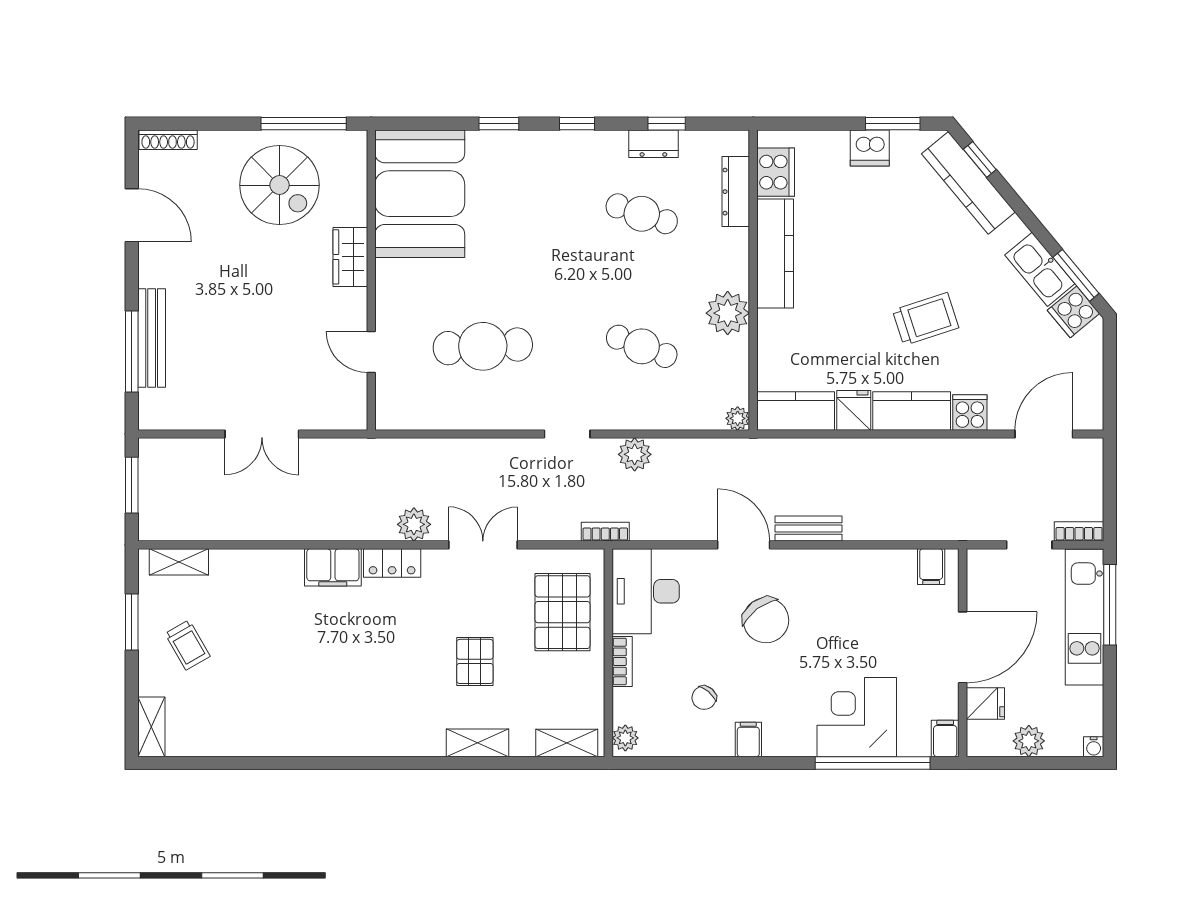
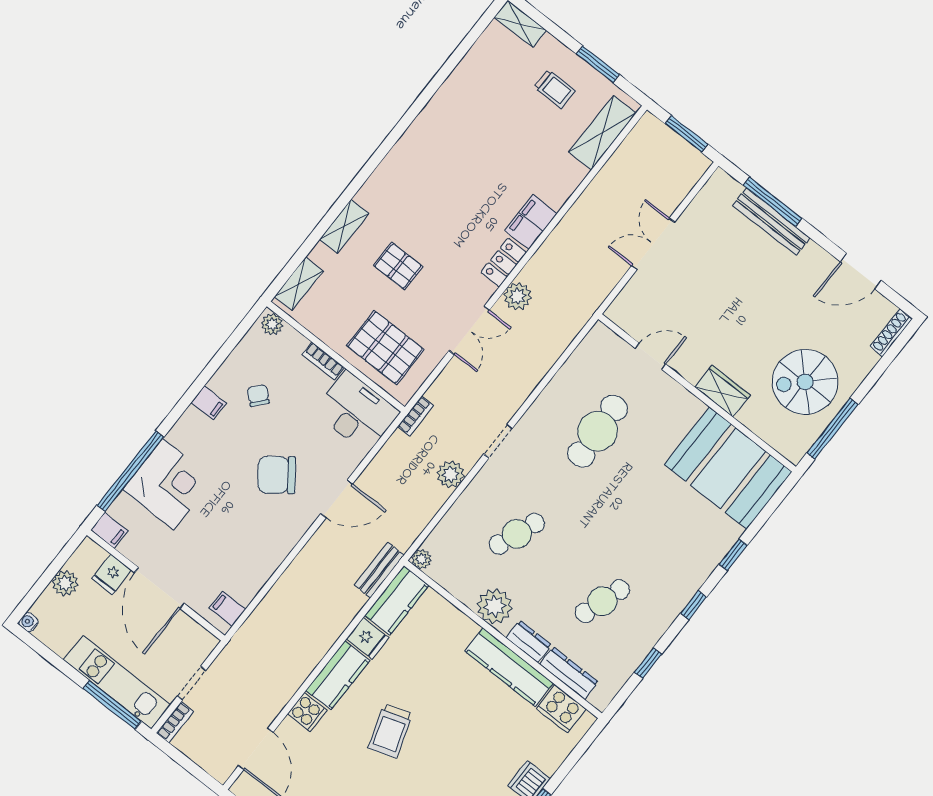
dresser: (653, 144) -> (529, 641), moved, turned 90
bench: (809, 528) -> (379, 570), moved
shelving: (179, 562) -> (602, 133), width x1.50, depth x1.33
trolley: (188, 645) -> (555, 89), turned -150

